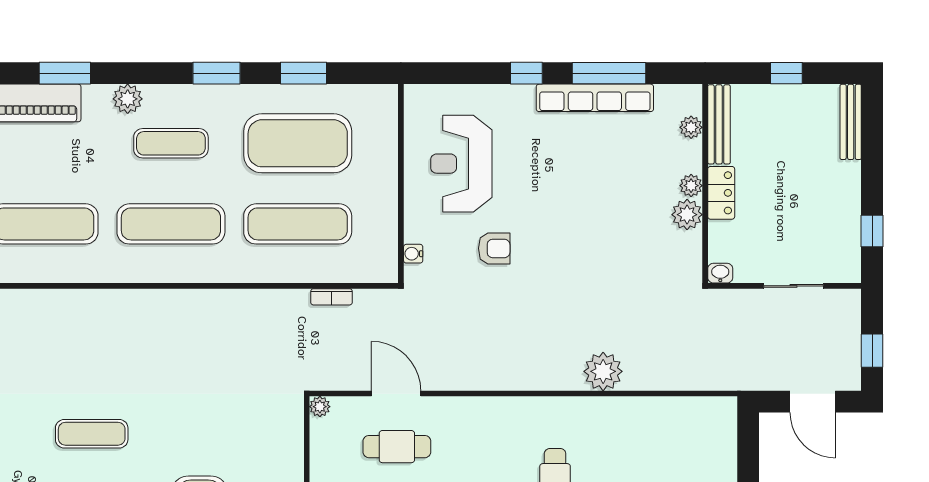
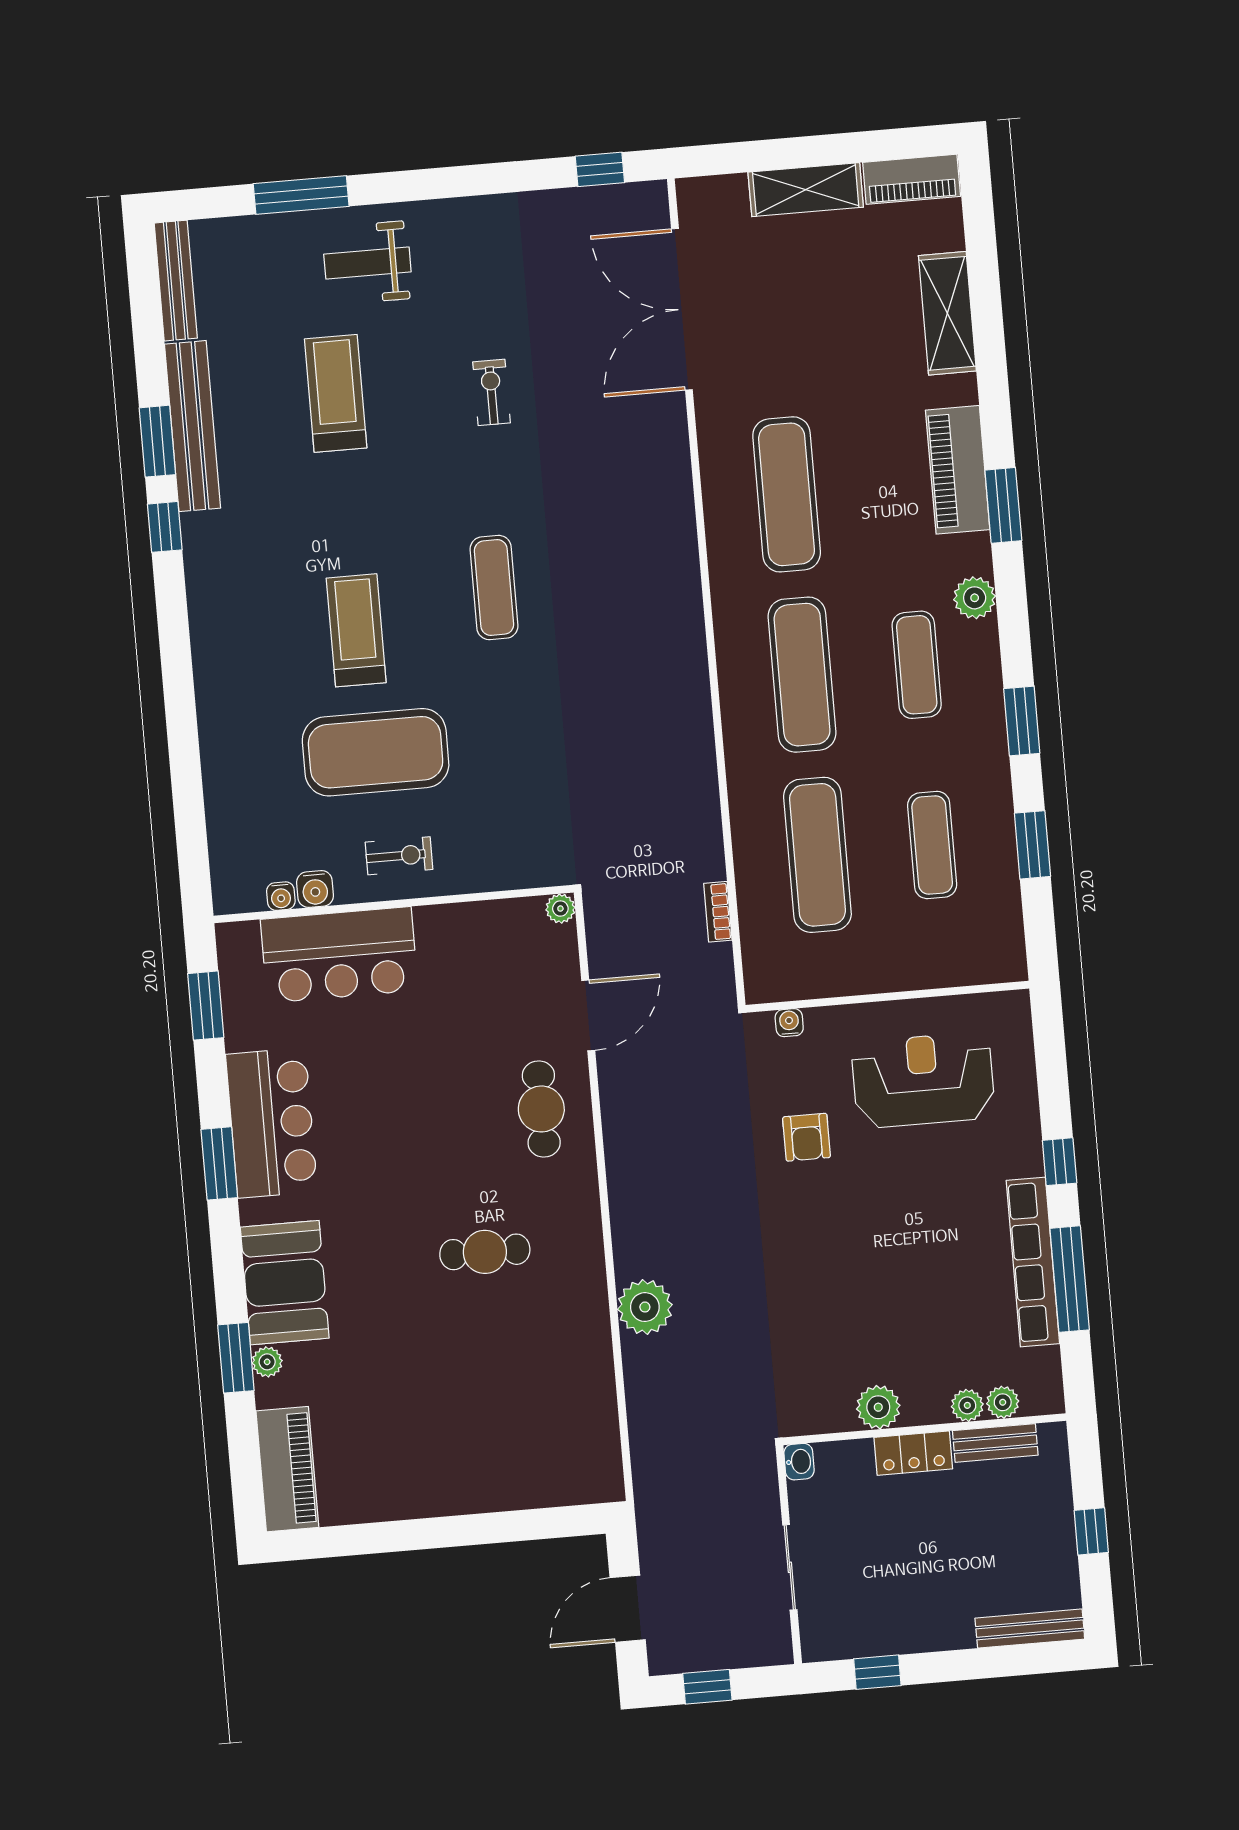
bench: (719, 124) -> (995, 1443), width x0.73
exercise mat: (298, 143) -> (932, 845), width x0.50, depth x0.69
plant: (691, 186) -> (967, 1405), moved
cafe table: (397, 447) -> (541, 1109), moved

